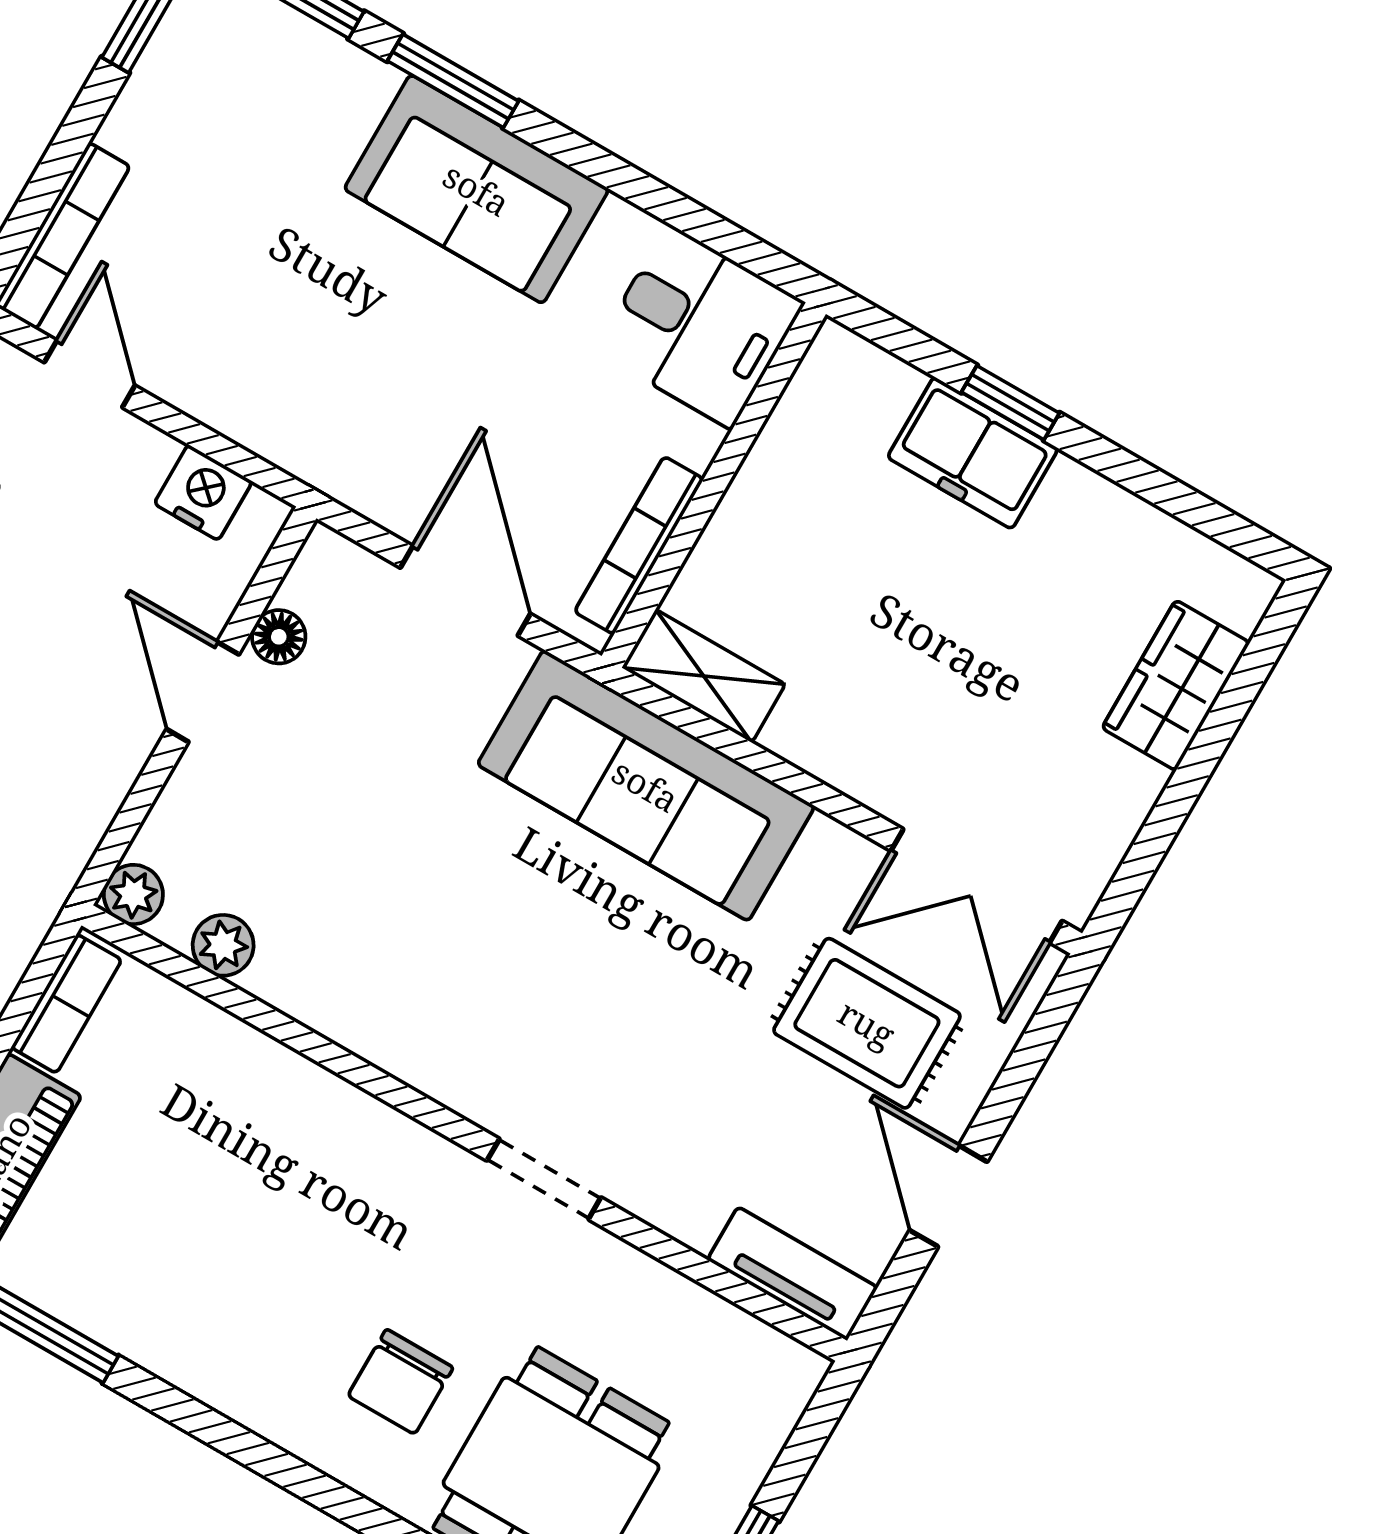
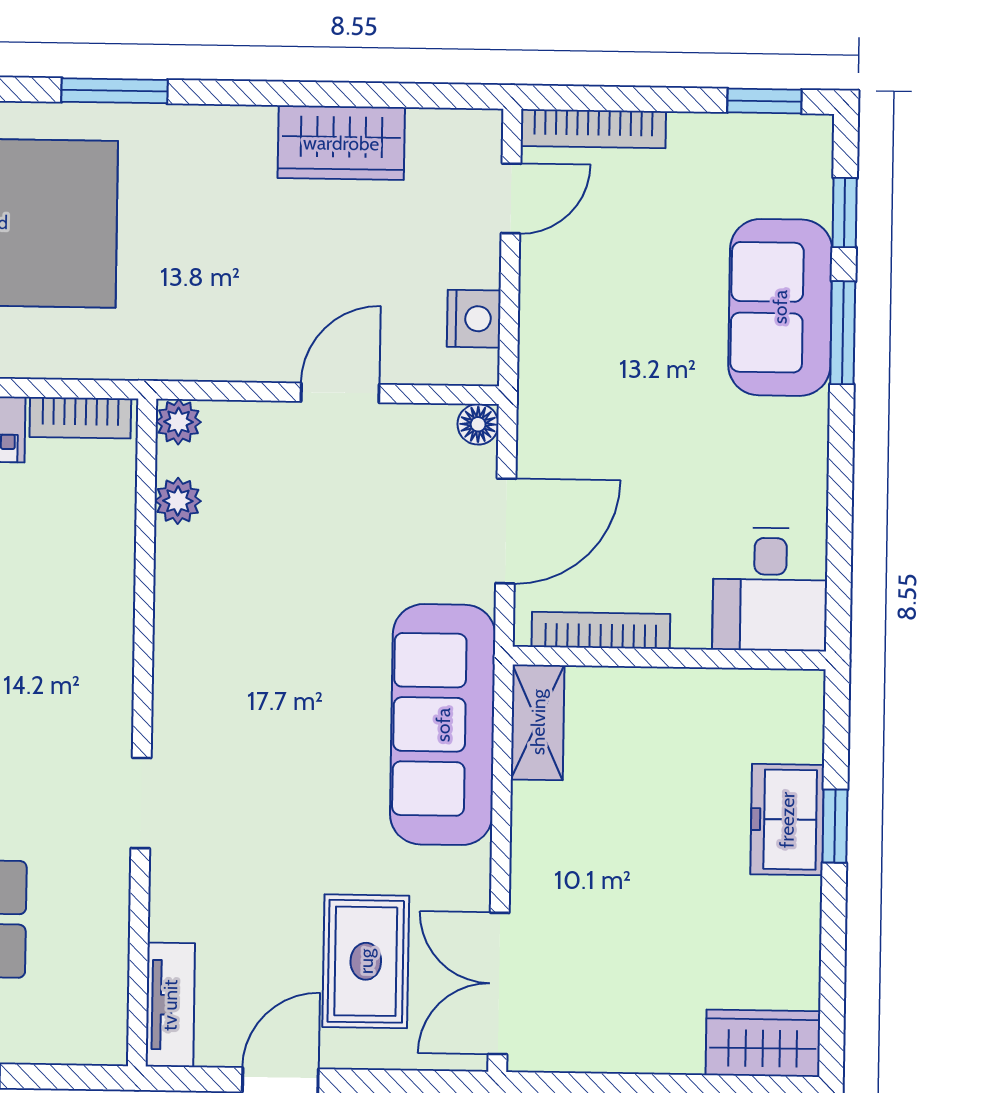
sofa: (477, 189) -> (780, 307), moved
floor lamp: (279, 637) -> (478, 424), moved
wardrobe: (1176, 685) -> (763, 1043), moved

